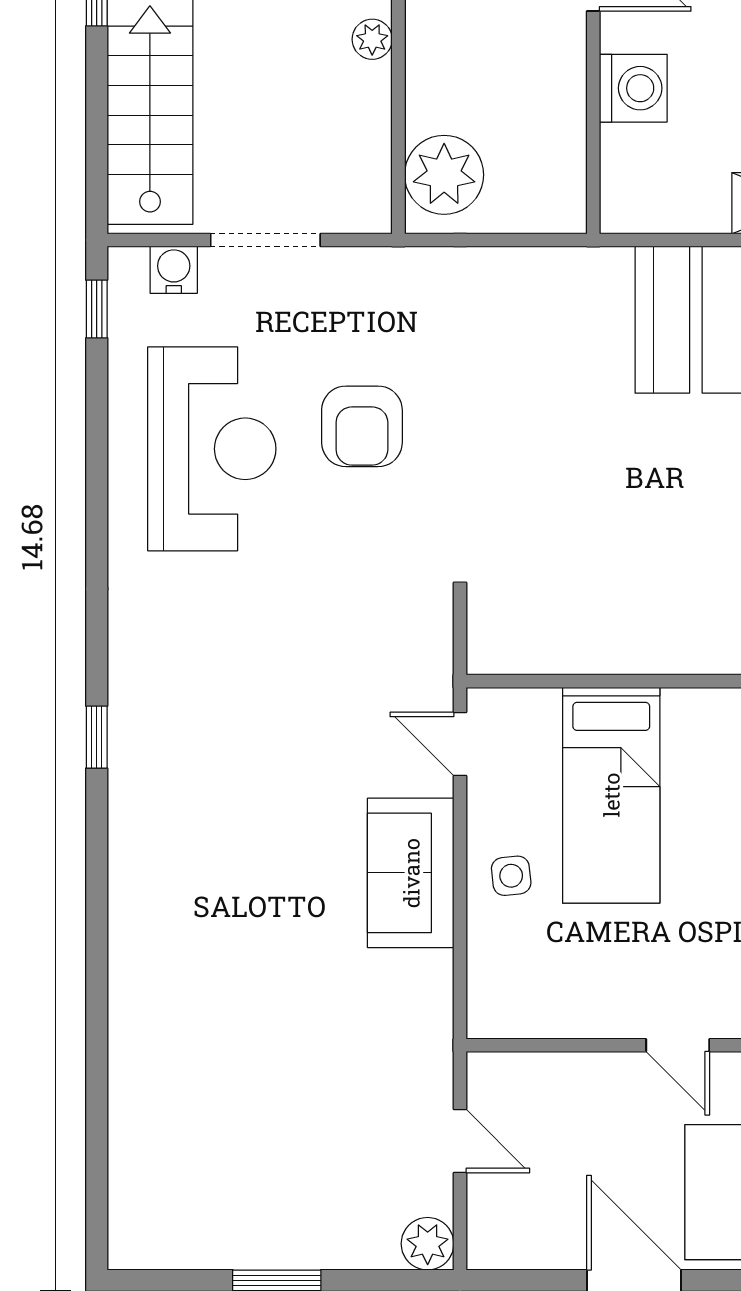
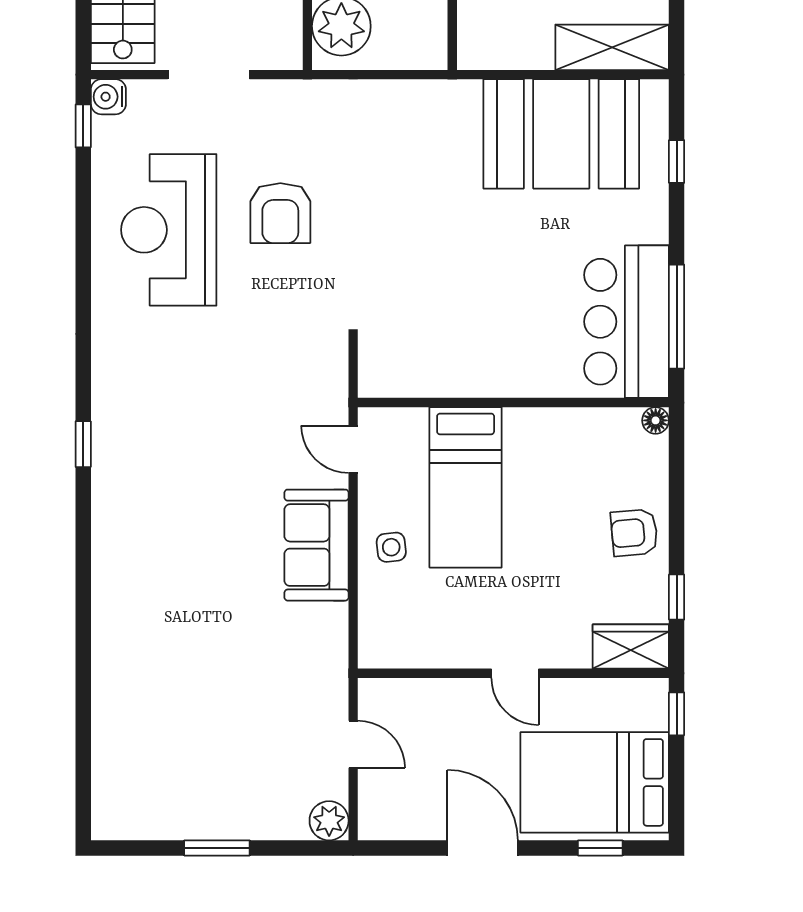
water cooler: (174, 270) -> (108, 97), moved, turned -90
reception desk: (212, 449) -> (169, 230), turned 180

